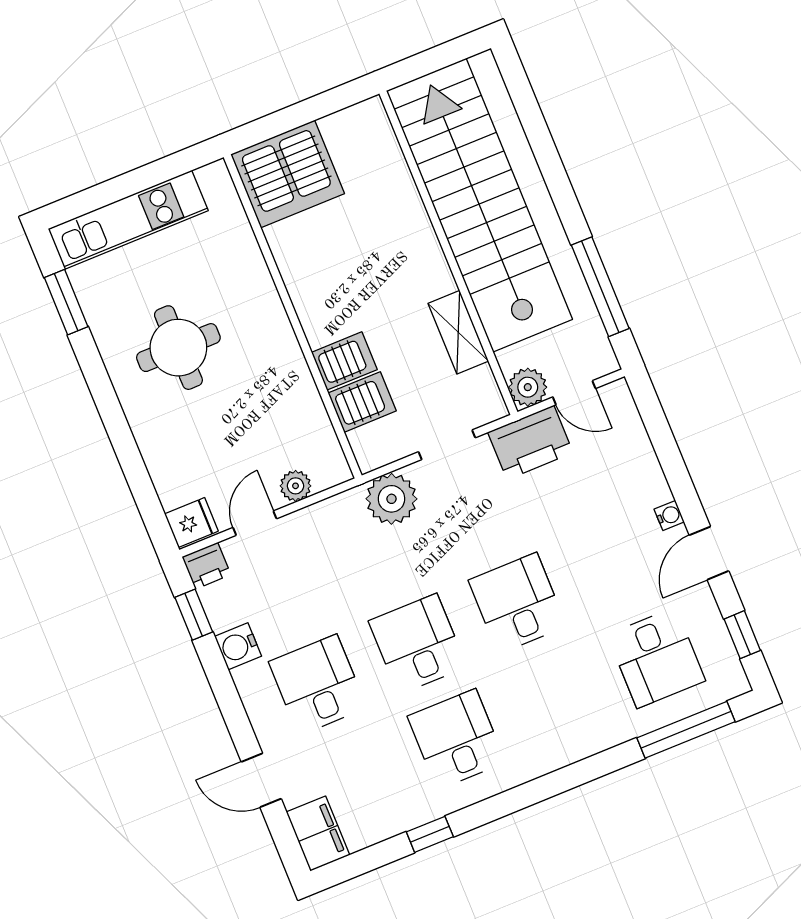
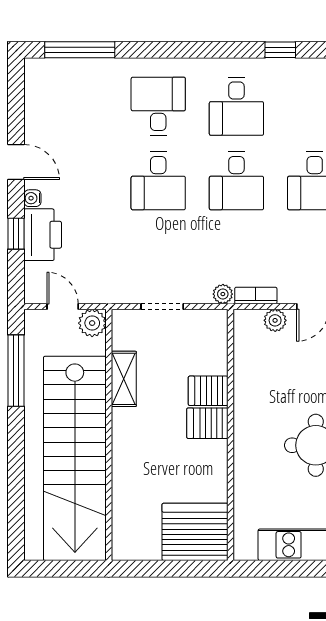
server rack: (362, 402) -> (207, 423), moved
printer: (530, 442) -> (43, 235), moved, turned 90
plant: (391, 499) -> (223, 294), width x0.53, depth x0.53
bookcase: (333, 508) -> (256, 295), added
door: (709, 553) -> (16, 162), hinge flipped
window: (742, 635) -> (16, 234), moved
desk: (656, 658) -> (158, 106), moved

